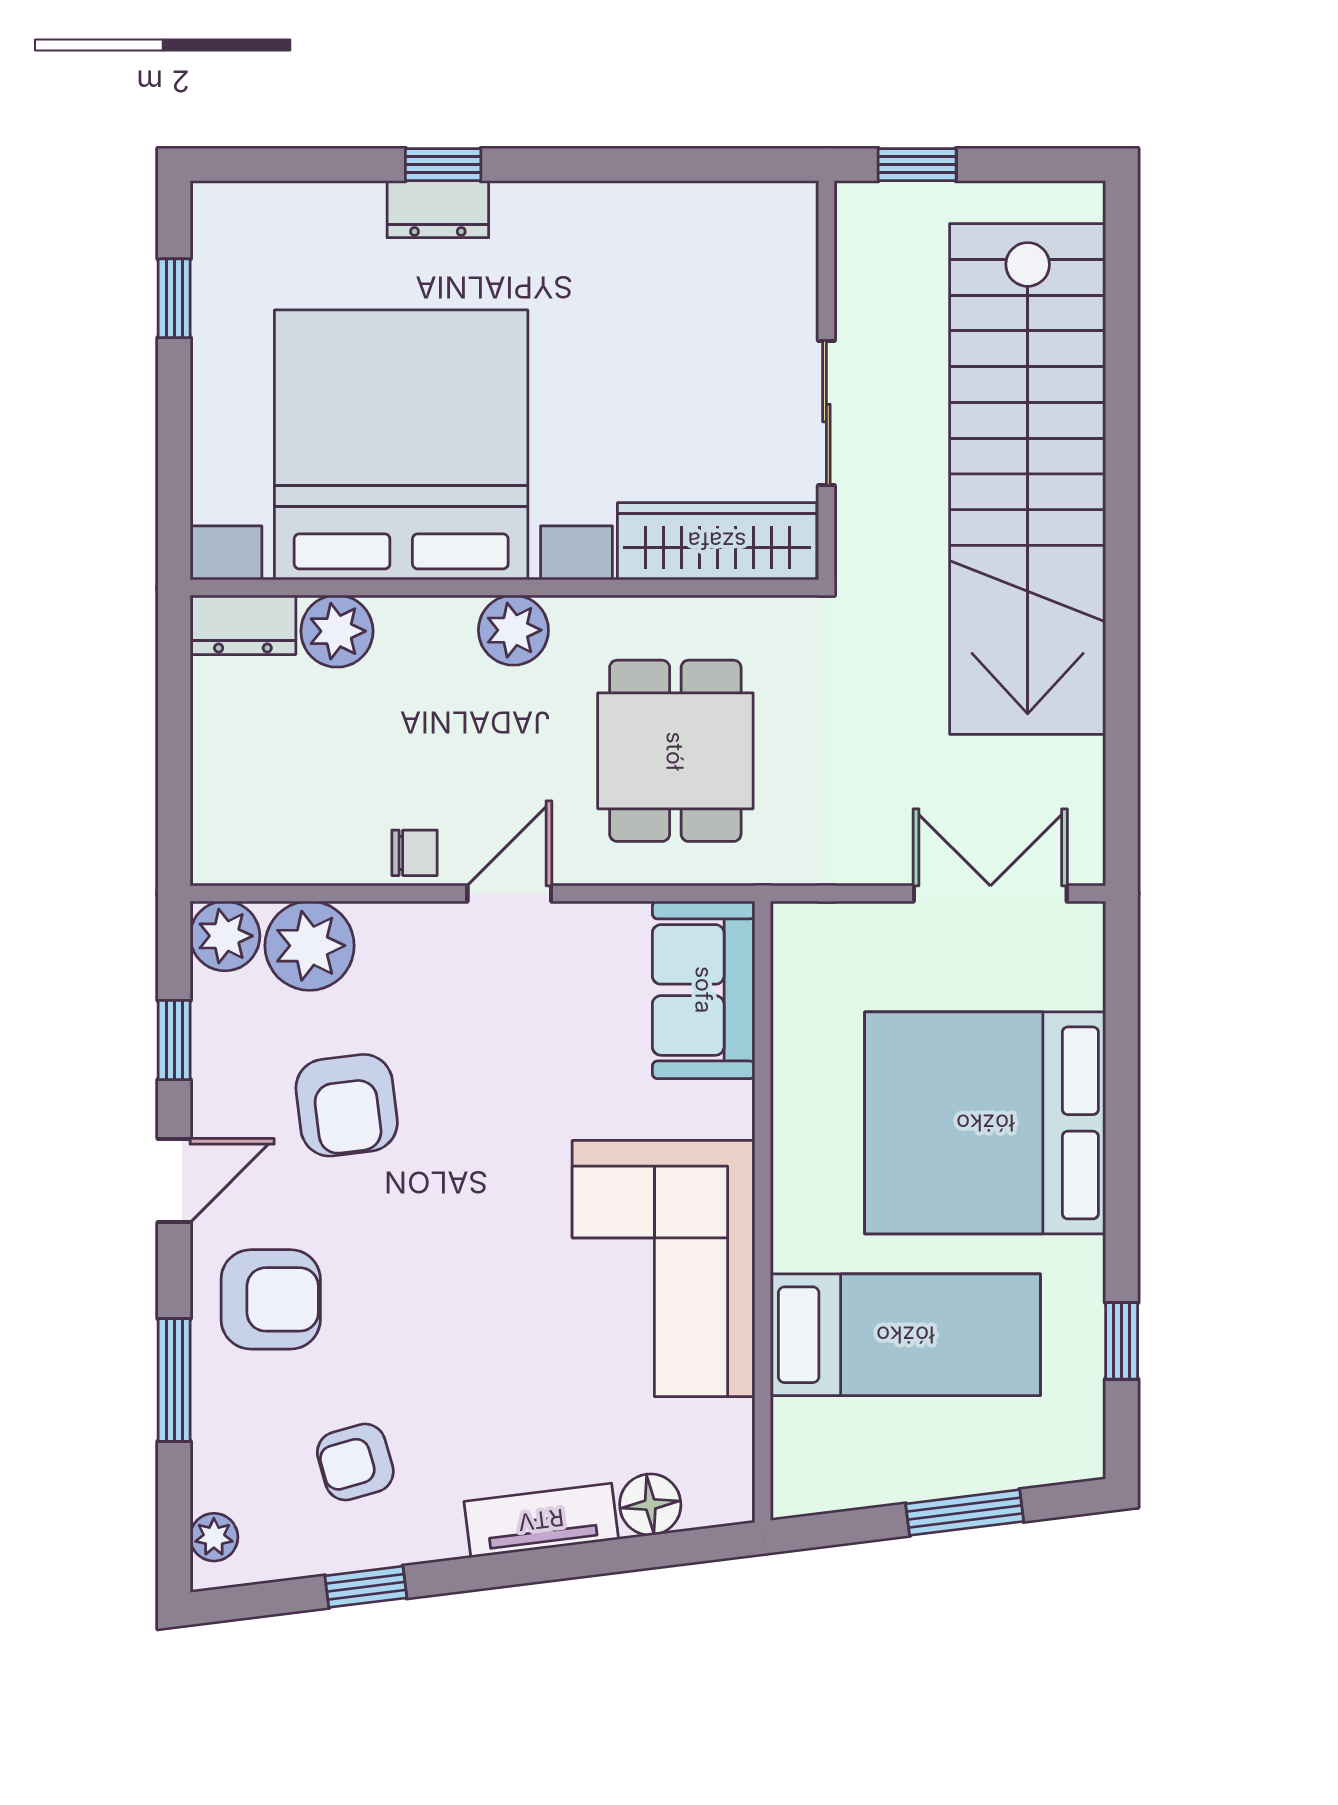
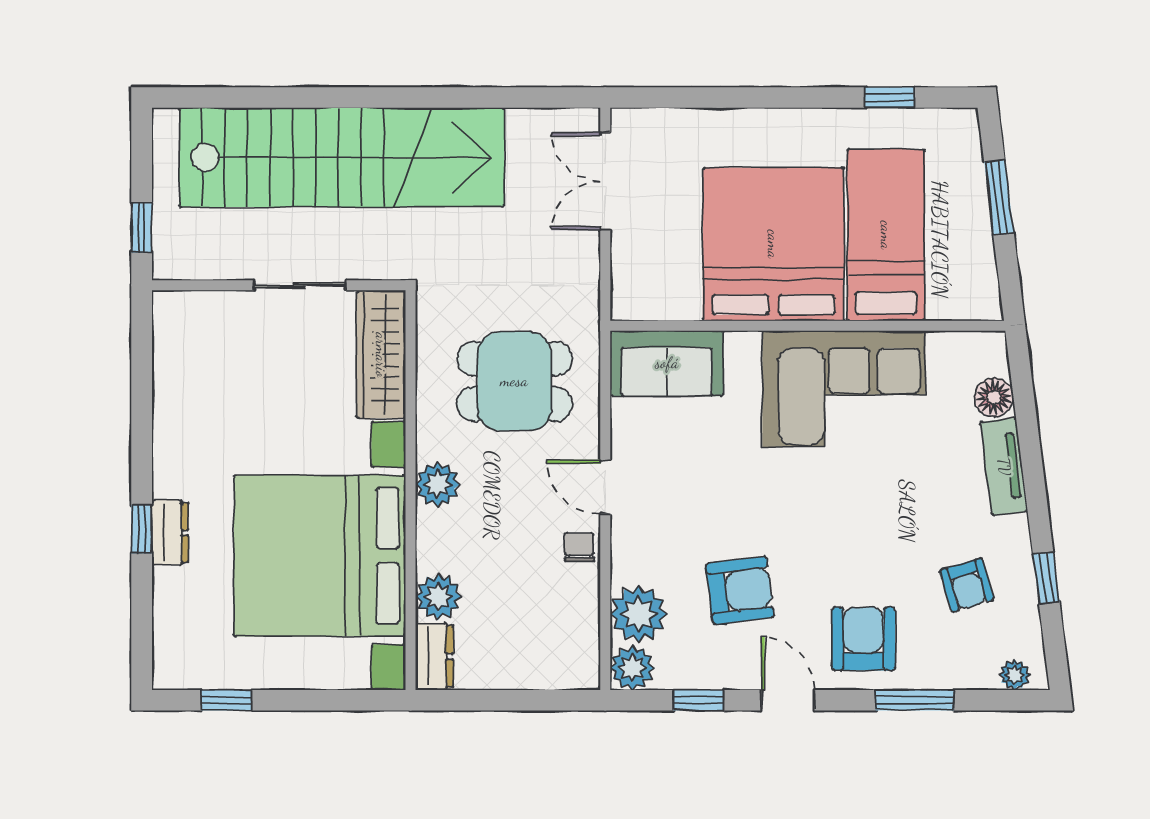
bed: (985, 1123) -> (773, 244), moved, turned 180

